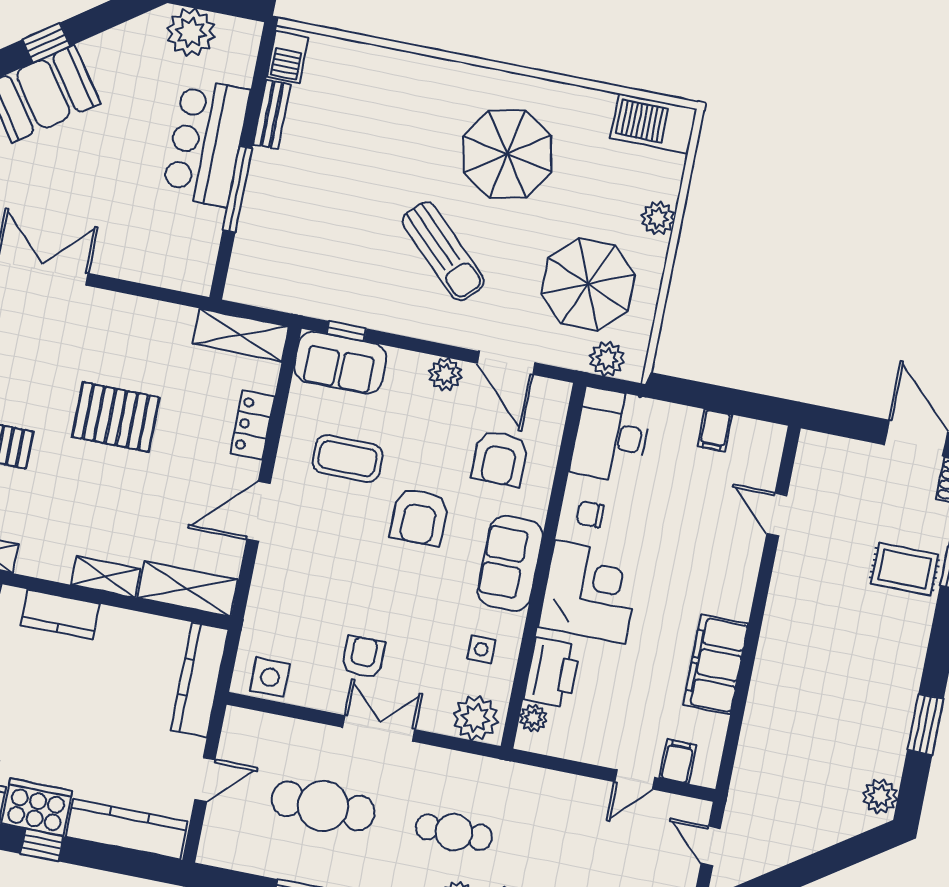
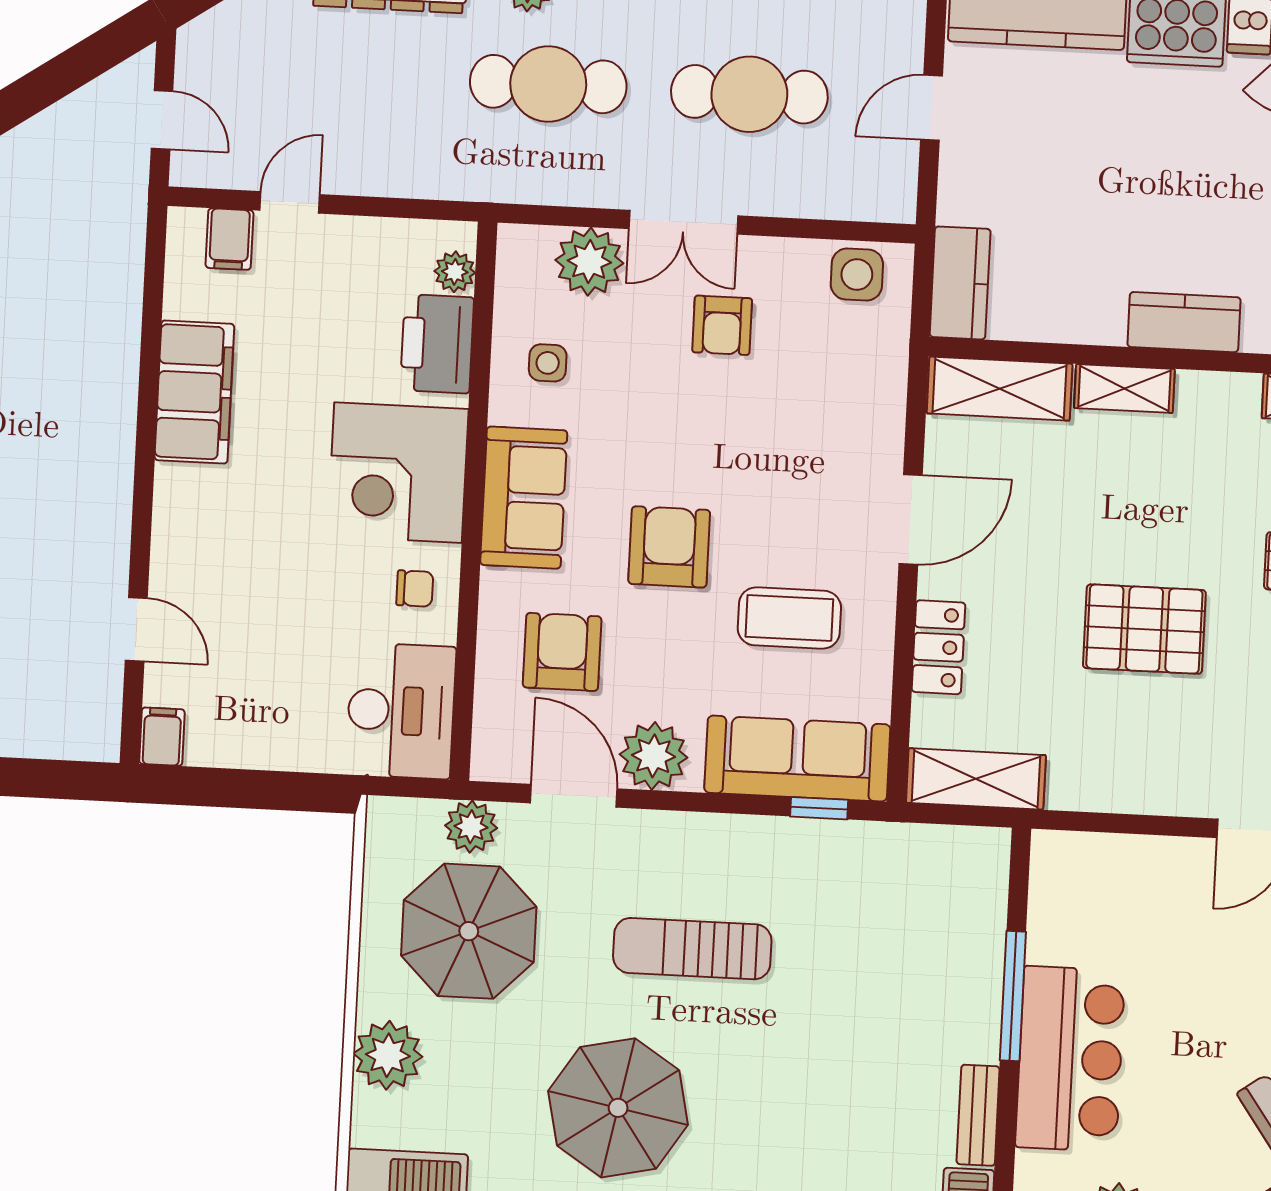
plant: (658, 218) -> (388, 1055), width x1.36, depth x1.36
sun lounger: (443, 251) -> (692, 949), turned -44
plant: (607, 359) -> (471, 827), moved
sofa: (340, 363) -> (797, 759), width x1.36
plant: (445, 374) -> (653, 756), width x1.36, depth x1.36
filing cabinet: (715, 431) -> (162, 737), moved
kitchen counter: (200, 680) -> (960, 283), width x0.67
plant: (476, 718) -> (589, 262), moved
cafe table: (454, 832) -> (548, 84), width x1.37, depth x1.35

